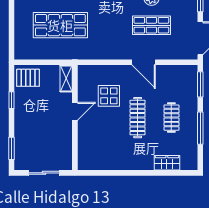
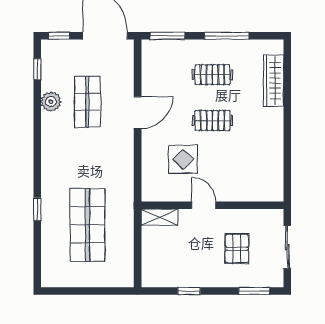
pallet: (28, 78) -> (237, 249), moved
clothes rail: (138, 118) -> (212, 120), width x0.73
wardrobe: (167, 163) -> (274, 81), width x1.50

